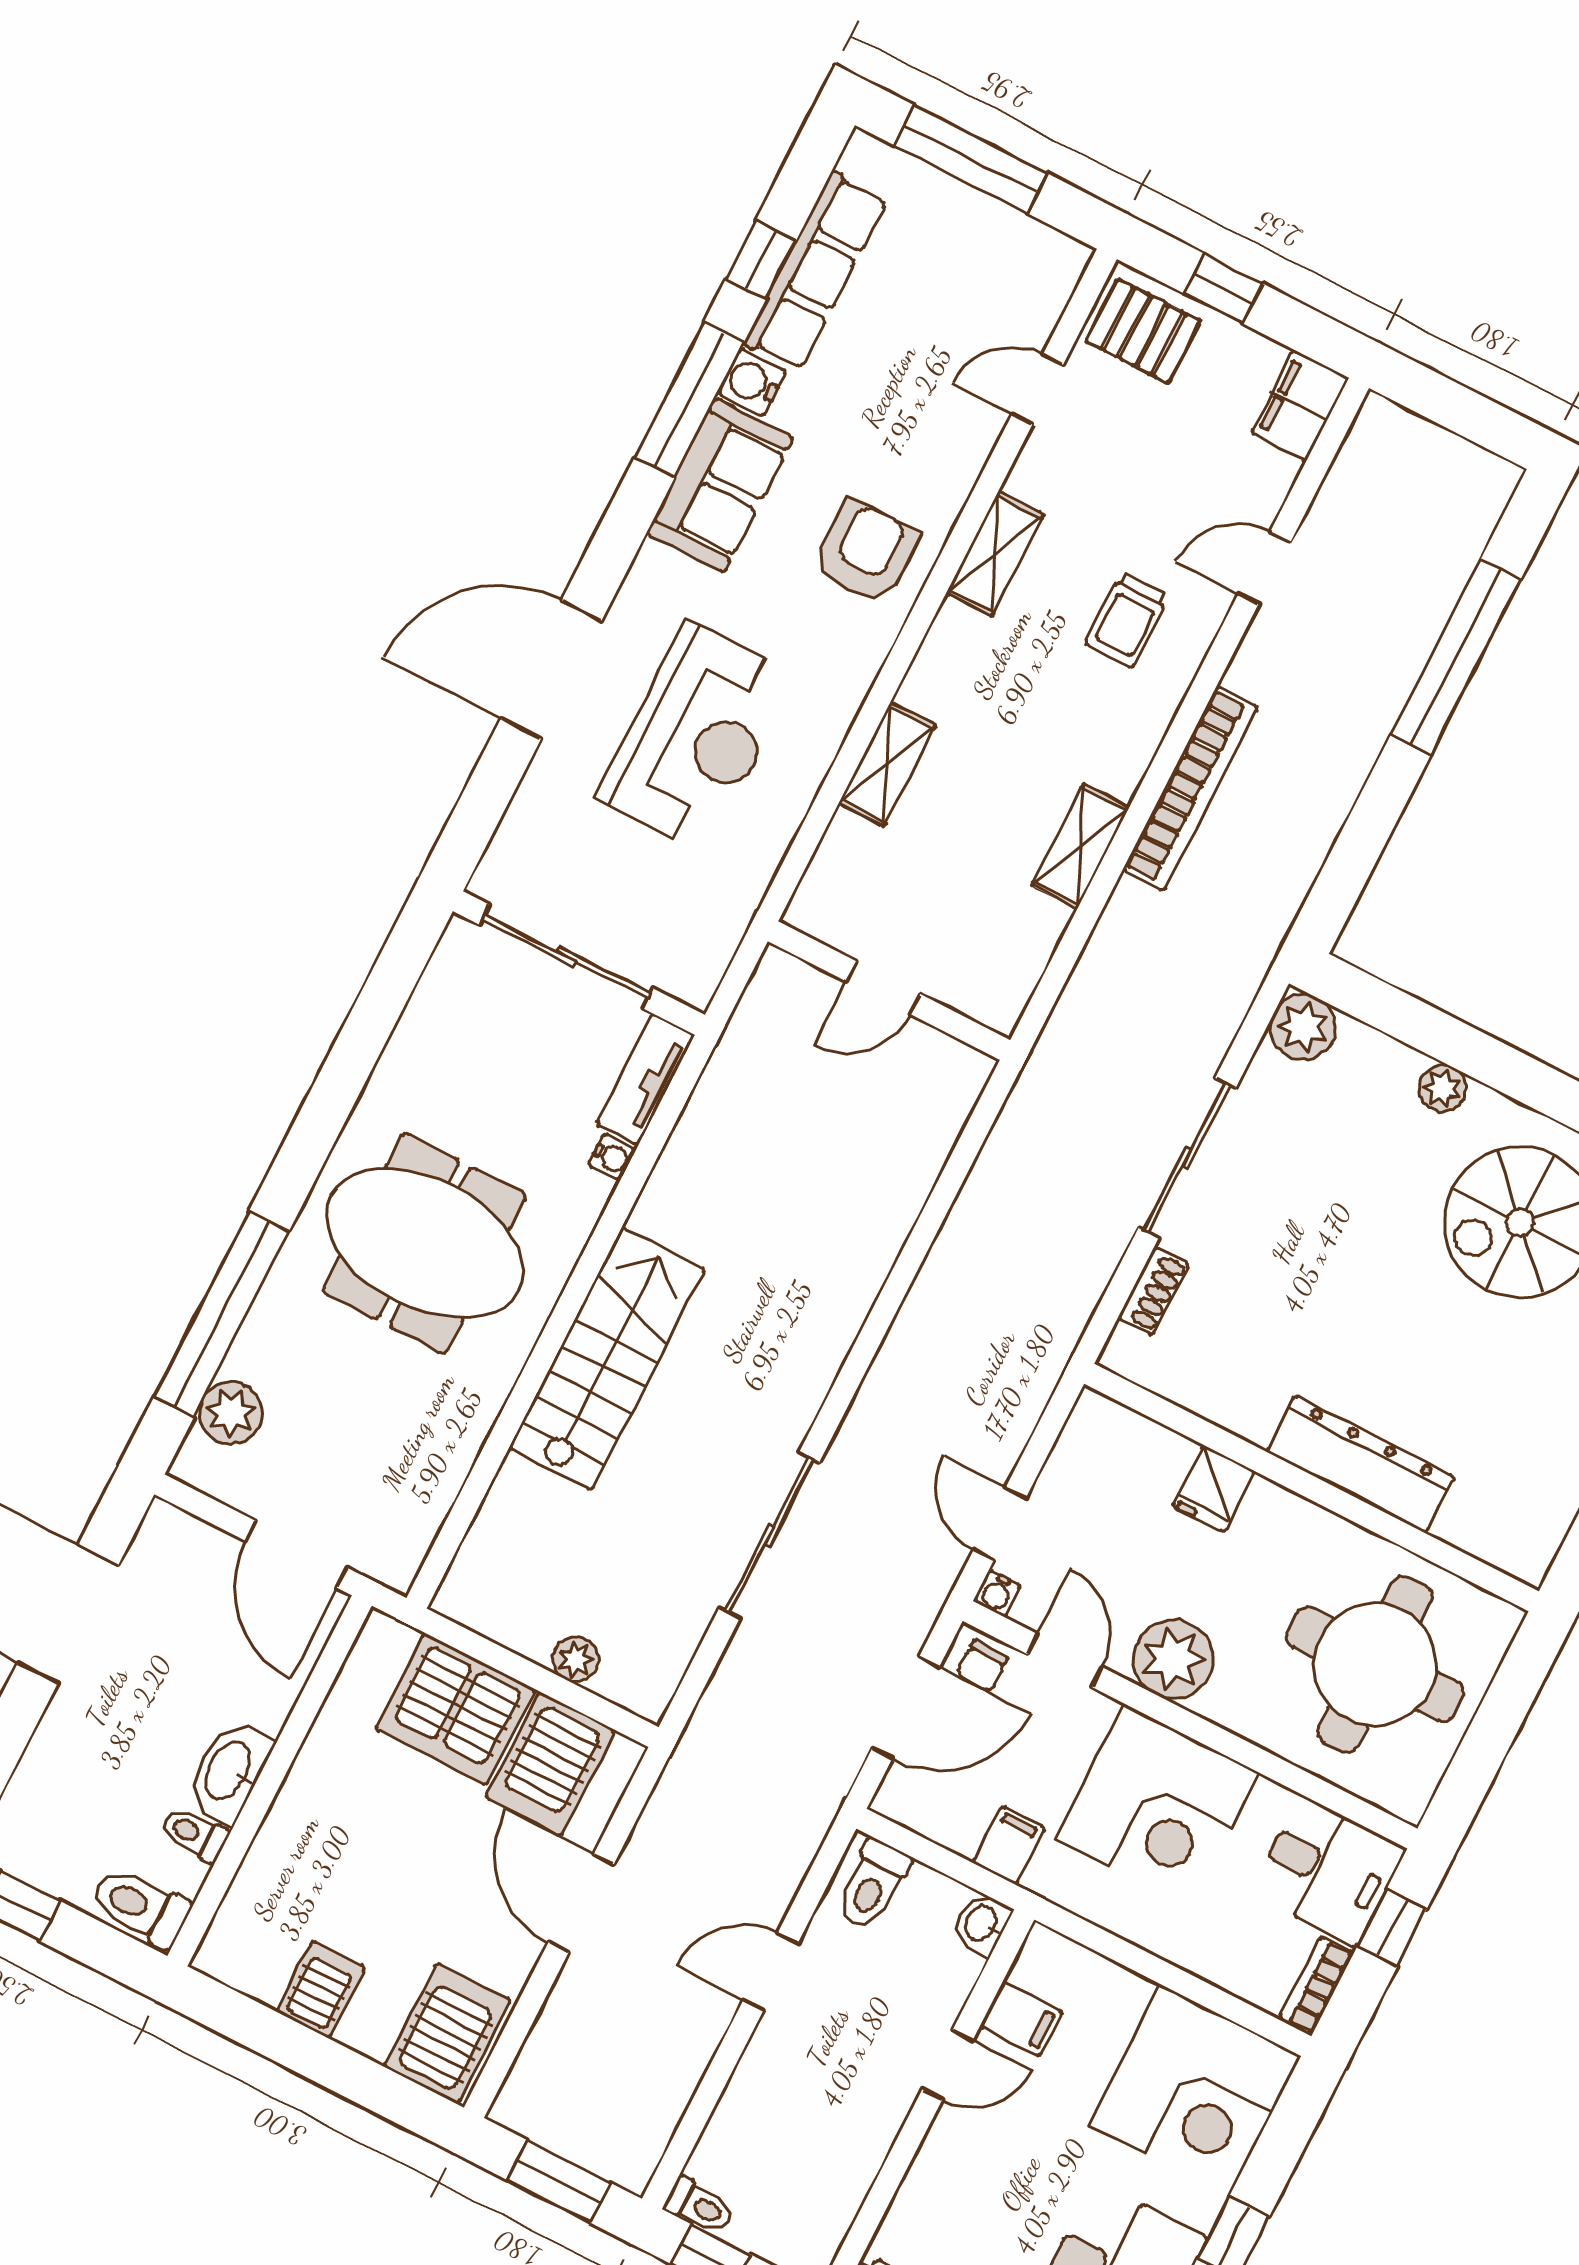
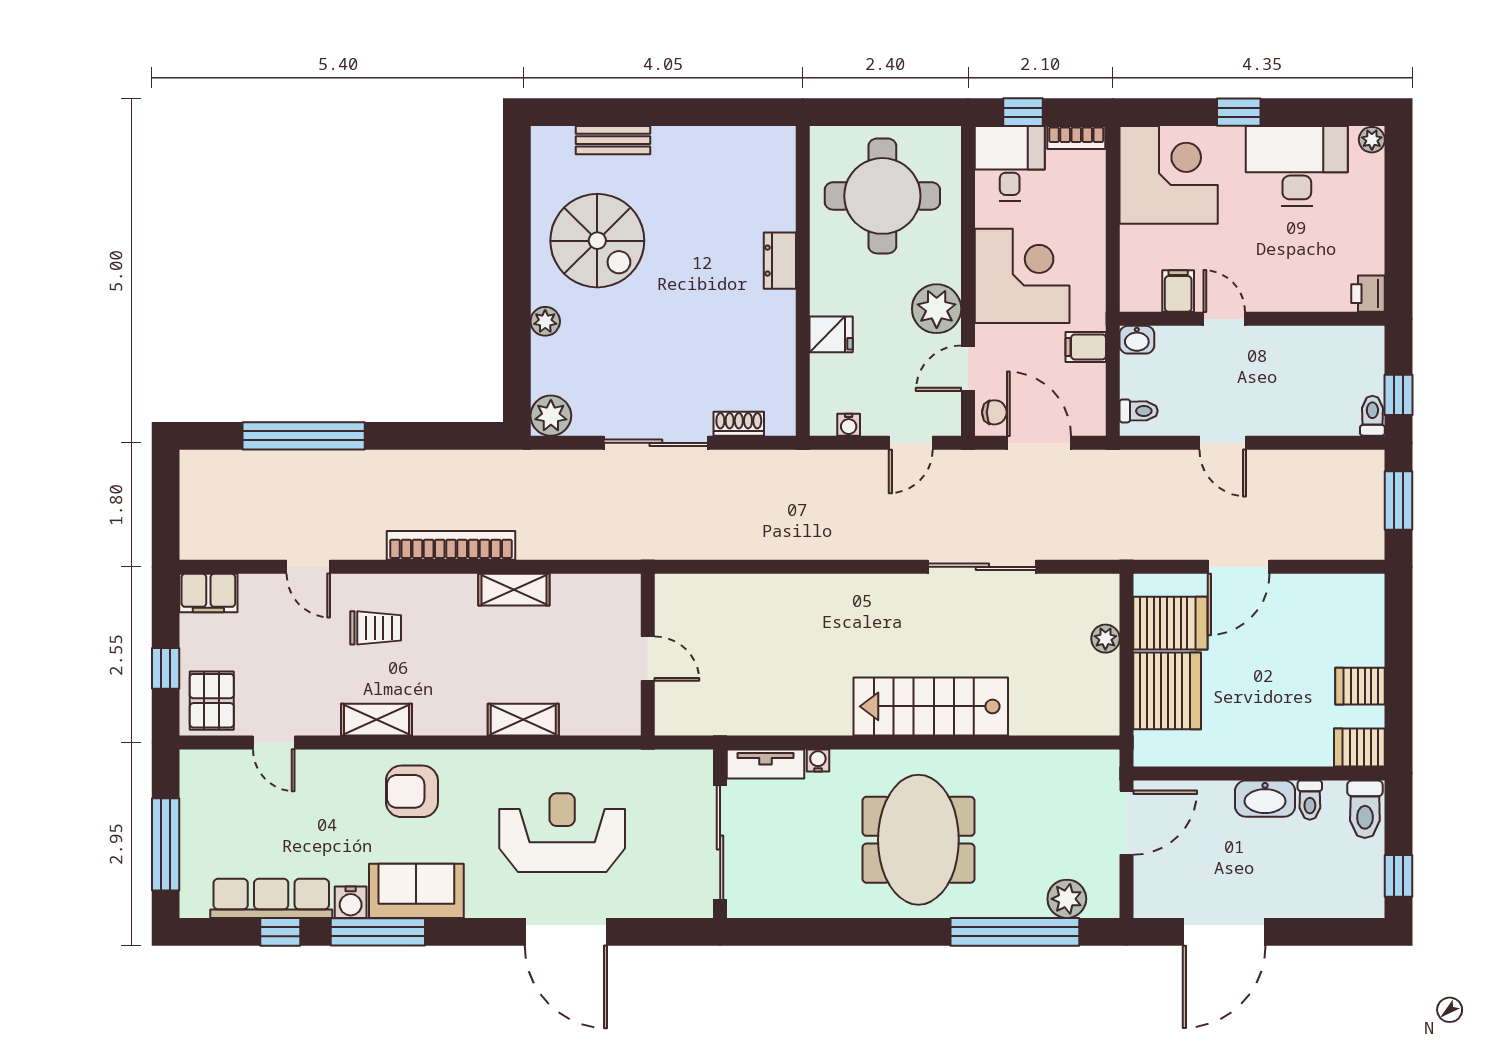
dresser: (1360, 1464) -> (780, 261), width x0.51, depth x0.80
water cooler: (997, 1593) -> (849, 425), moved, turned 90
toilet: (873, 1885) -> (1139, 411), width x0.73, depth x0.72
server rack: (447, 2034) -> (1359, 747), moved, width x0.73, depth x0.70

